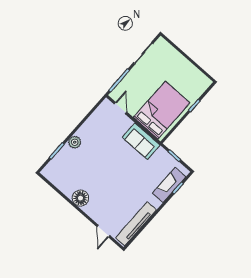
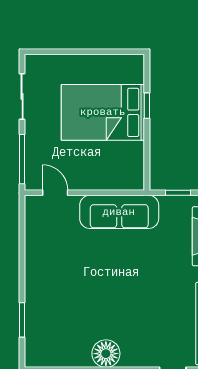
bed: (162, 110) -> (103, 112), moved, turned -90
sofa: (141, 141) -> (119, 212), width x1.36
plant: (75, 142) -> (35, 288), removed

